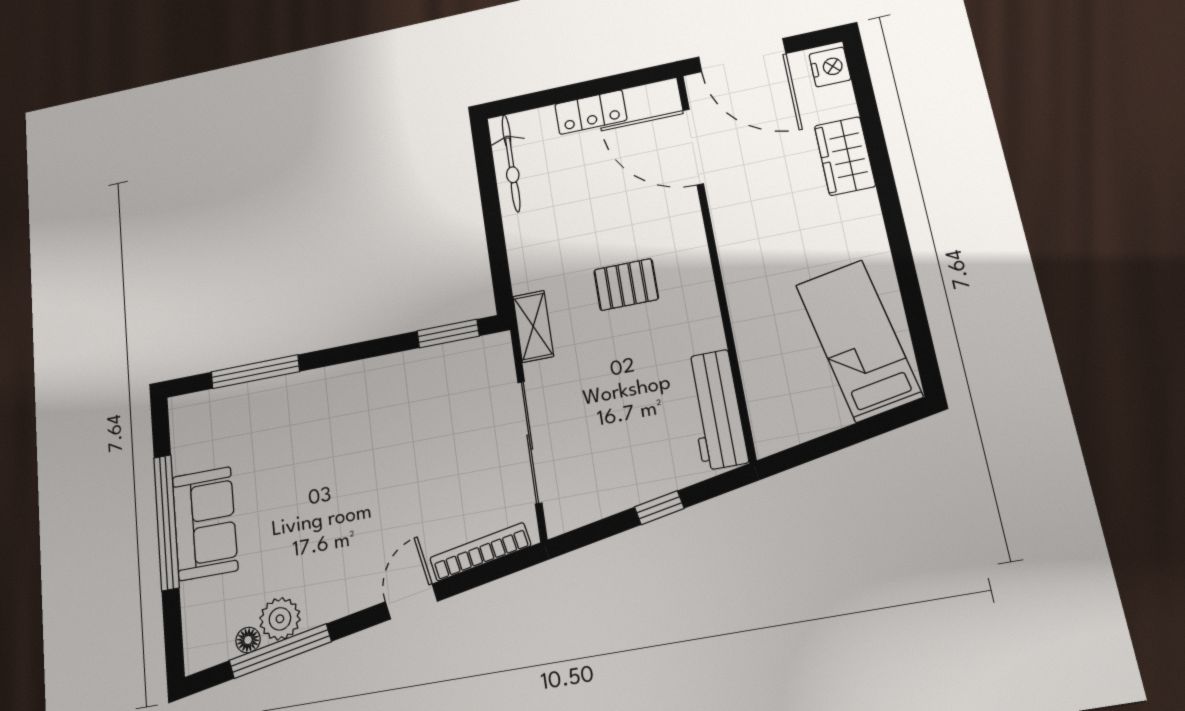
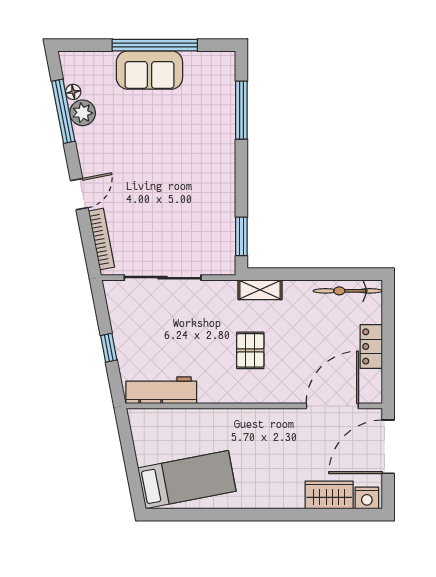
wardrobe: (845, 156) -> (329, 495), moved
shelving: (533, 326) -> (260, 290), moved
door: (411, 601) -> (79, 194), hinge flipped

